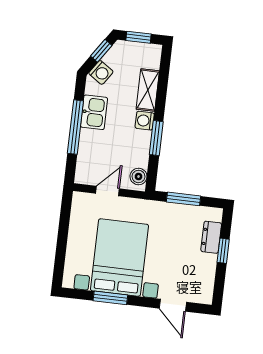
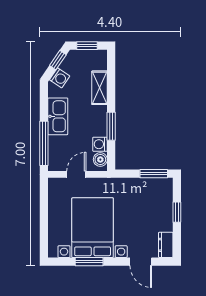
kitchen sink: (94, 112) -> (58, 116), width x1.38
washing machine: (145, 121) -> (100, 144), moved
window: (75, 127) -> (44, 143), moved
window: (184, 199) -> (154, 174), moved
dresser: (211, 237) -> (166, 245), moved

